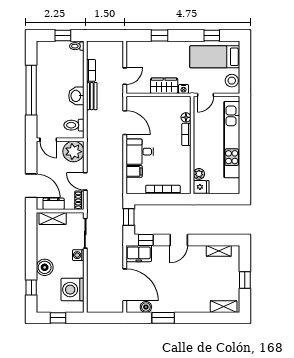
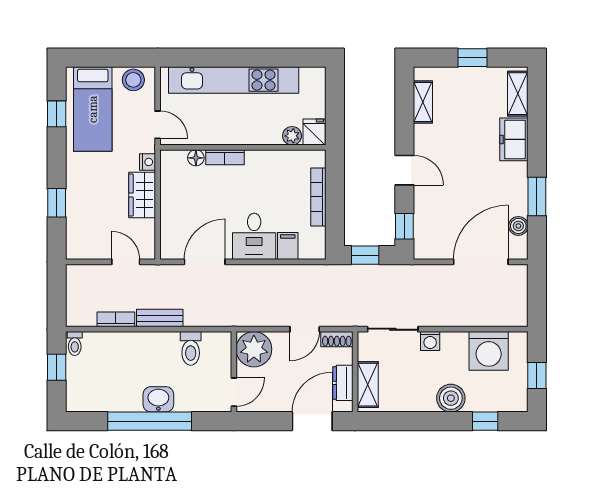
washbasin: (76, 96) -> (158, 399), moved, turned 180
toilet: (74, 125) -> (191, 348), moved
freezer: (139, 254) -> (514, 139), moved, turned 180

